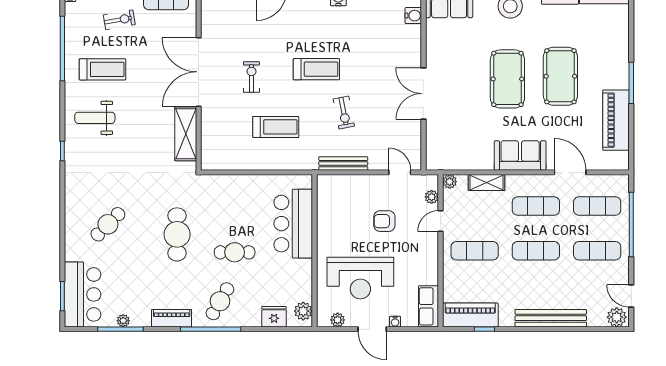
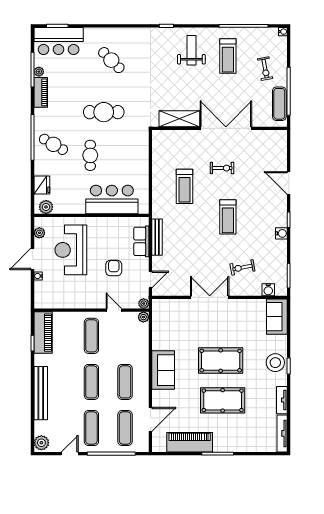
exercise bike: (344, 113) -> (242, 267), moved
door: (570, 172) -> (150, 419), moved
shelving: (487, 183) -> (143, 345), removed
plant: (432, 197) -> (144, 304), moved
door: (631, 296) -> (70, 454), moved
row of seats: (429, 306) -> (141, 241), moved, turned -90
piano: (172, 318) -> (41, 92), moved

